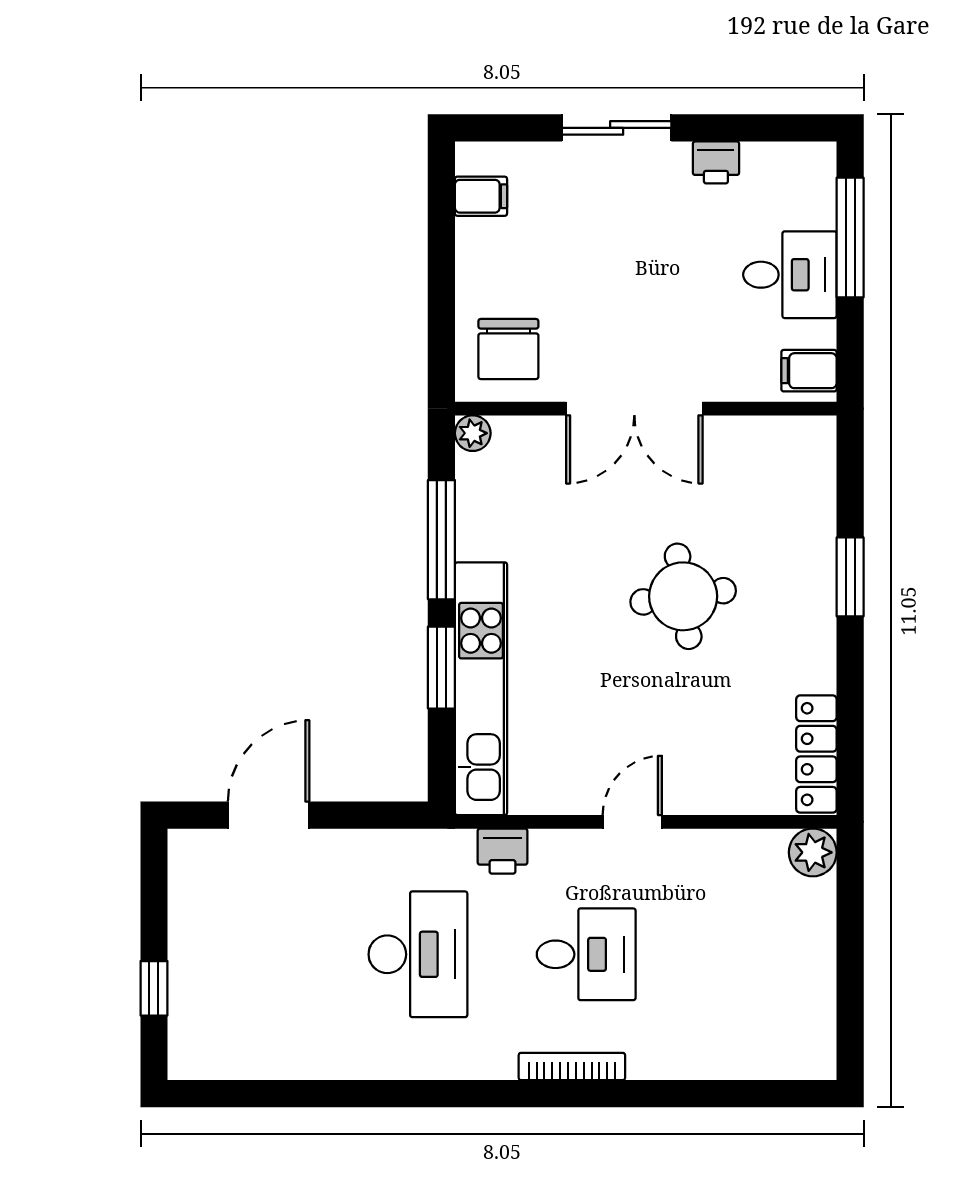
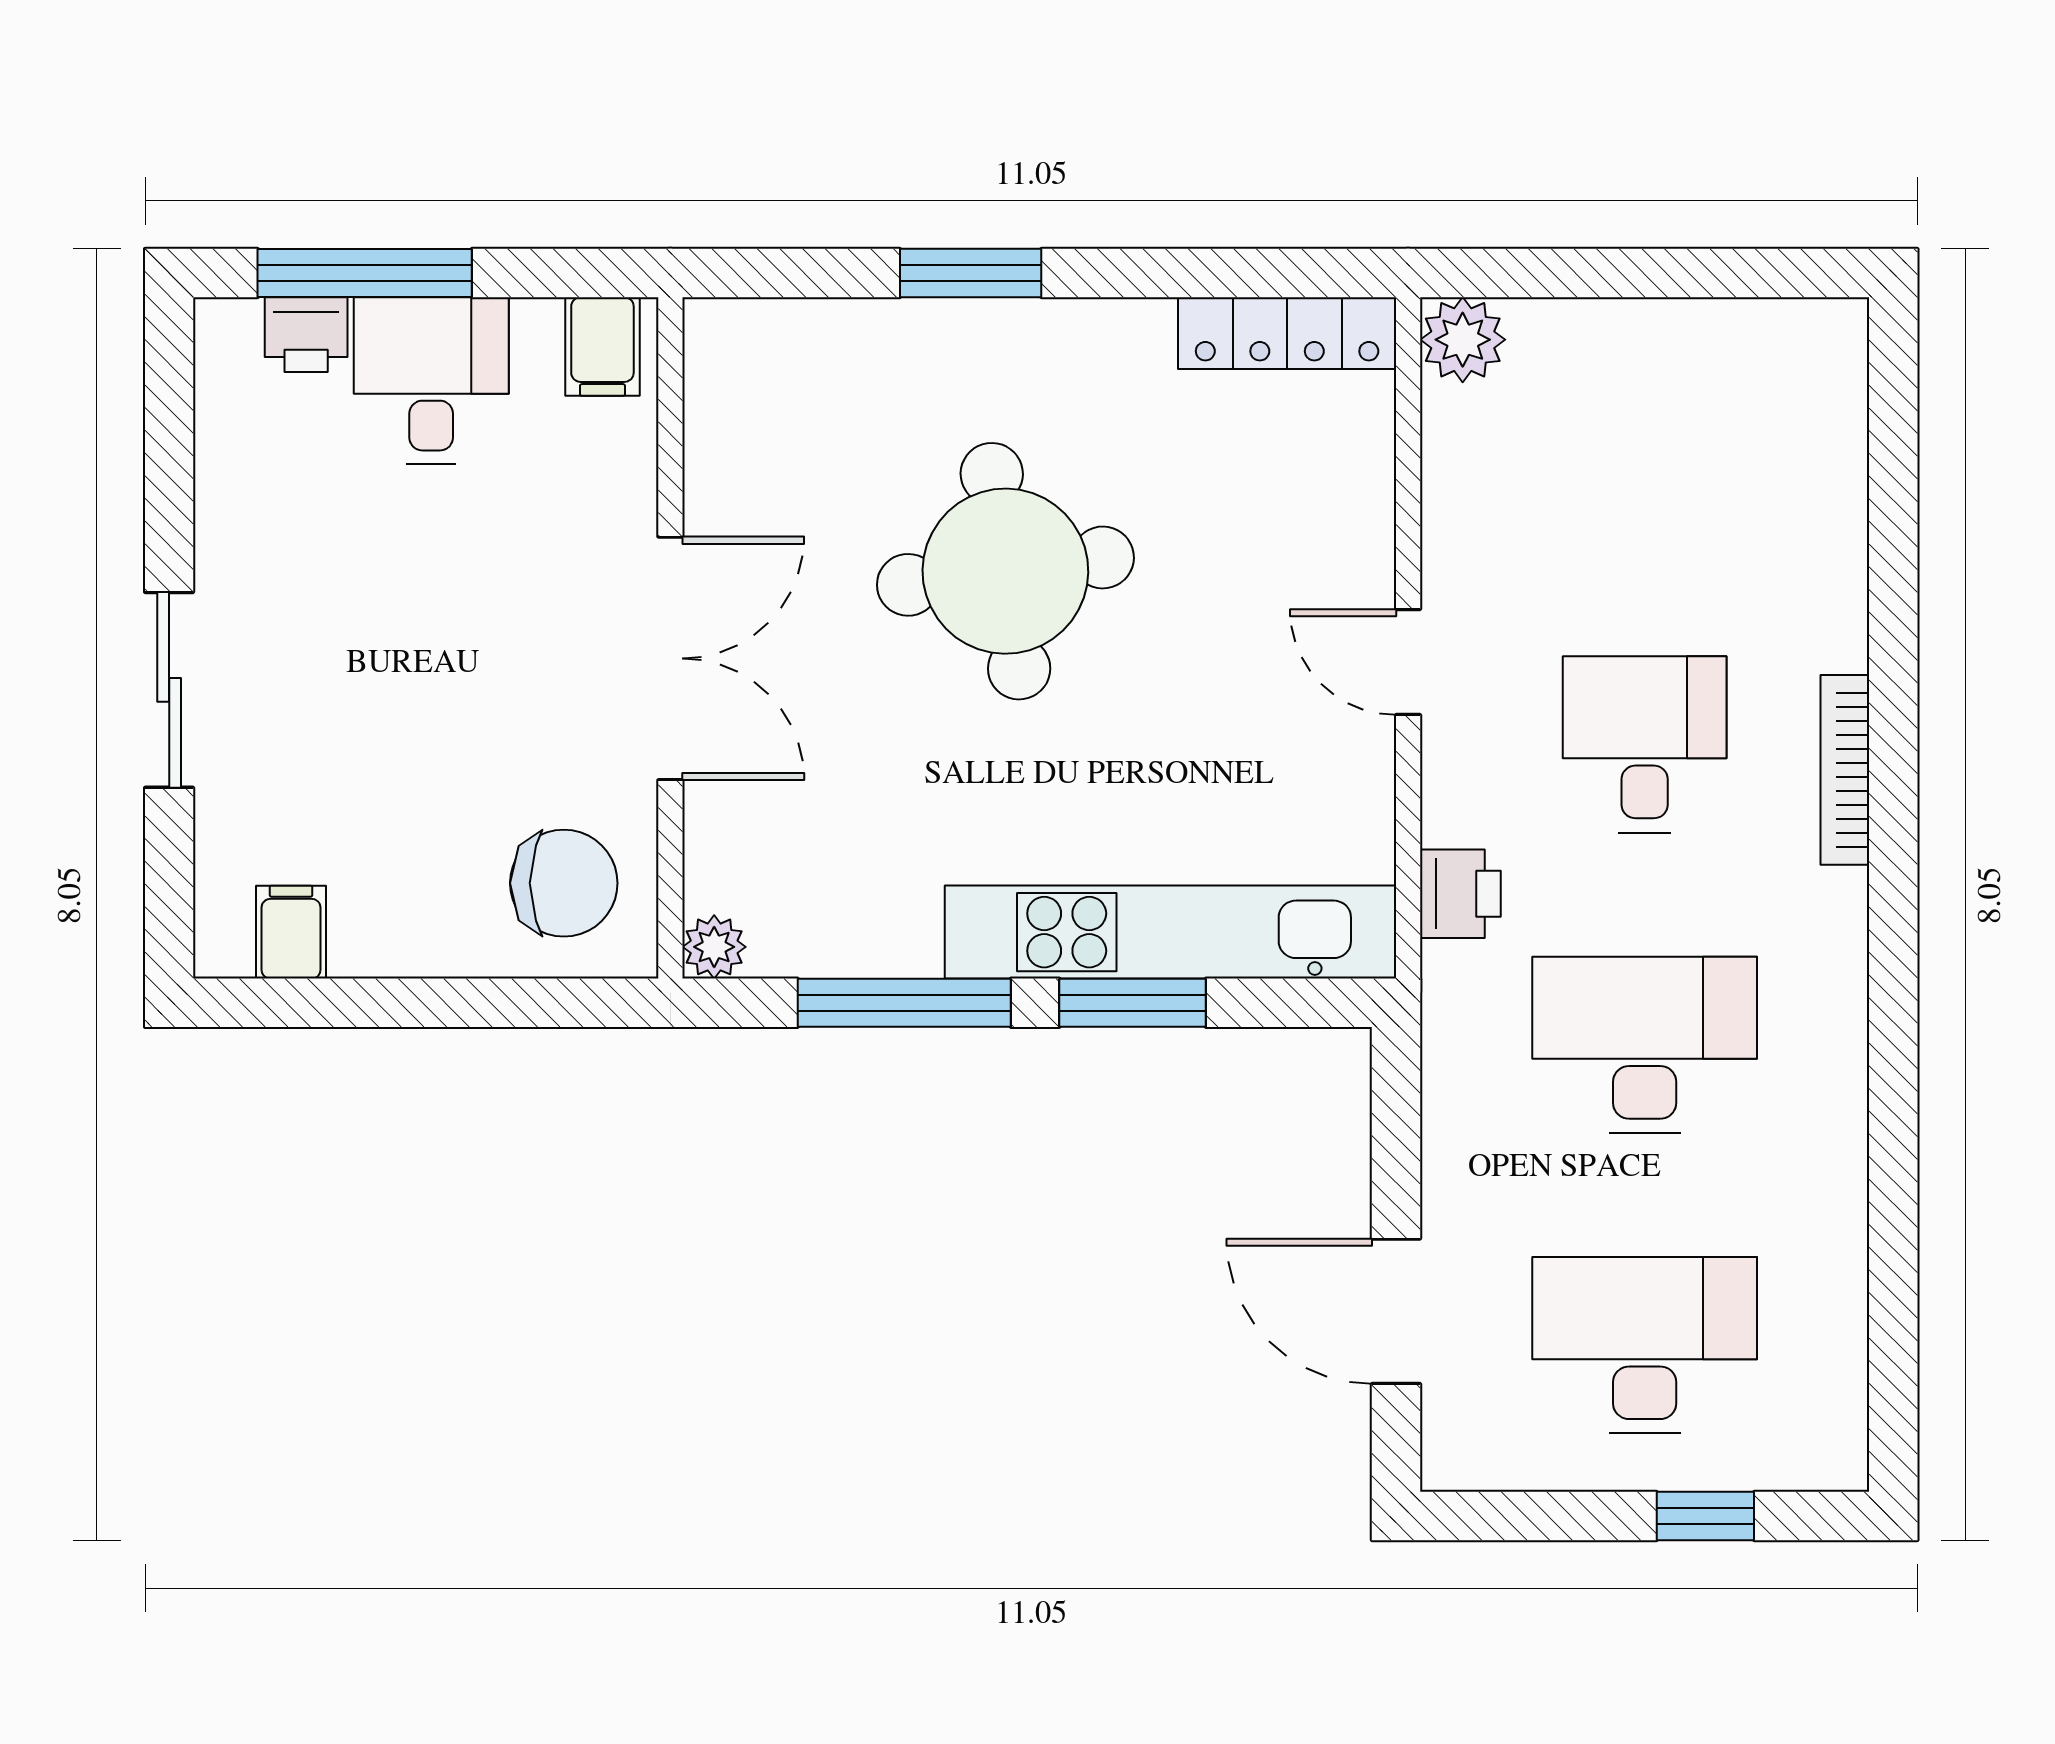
printer: (716, 162) -> (306, 335), moved, turned 90
round table: (683, 596) -> (1005, 571), width x1.36, depth x1.36
desk: (250, 954) -> (1645, 1345), added

